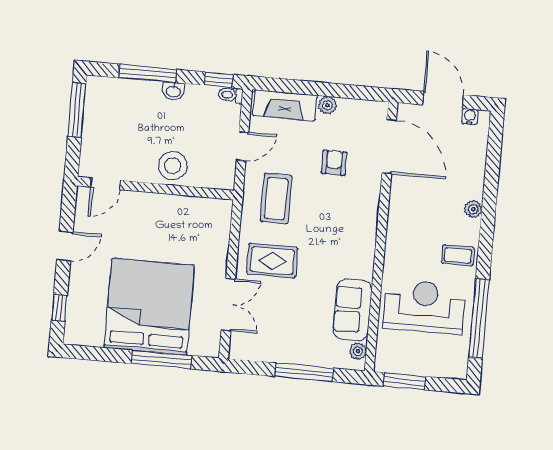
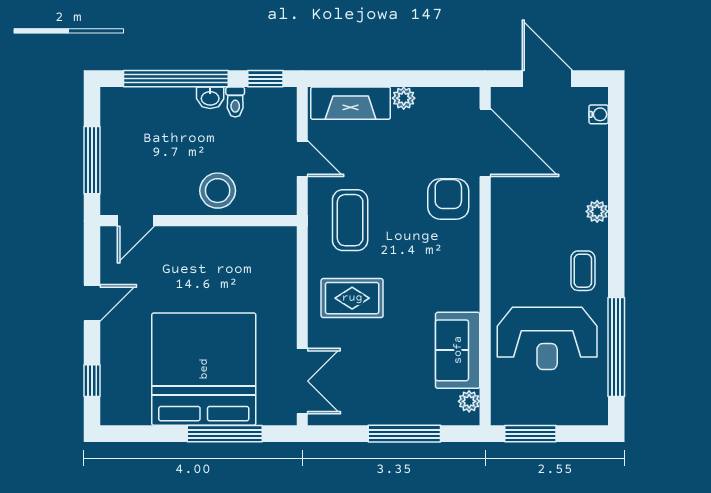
window: (148, 74) -> (176, 79), width x1.46
toilet: (230, 95) -> (235, 102), moved, turned -90
window: (77, 110) -> (92, 160), moved
water cooler: (470, 117) -> (599, 114), moved, turned 90
door: (242, 146) -> (302, 159), hinge flipped
armchair: (334, 163) -> (448, 199), moved, width x1.38, depth x1.38
coffee table: (458, 255) -> (583, 271), turned 90
double door: (228, 304) -> (302, 381), moved
reception desk: (424, 307) -> (547, 338), turned 180

